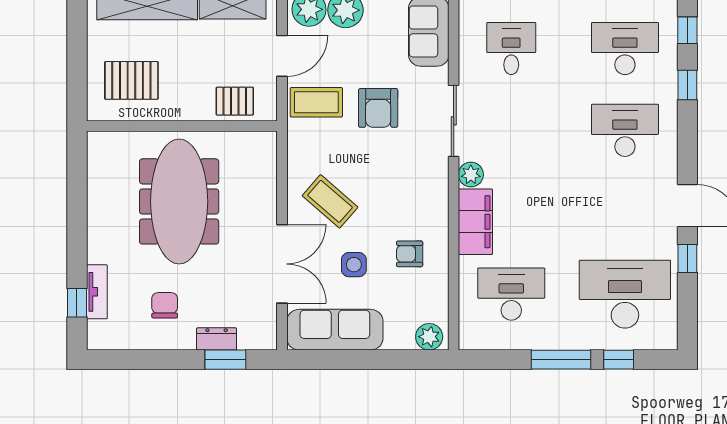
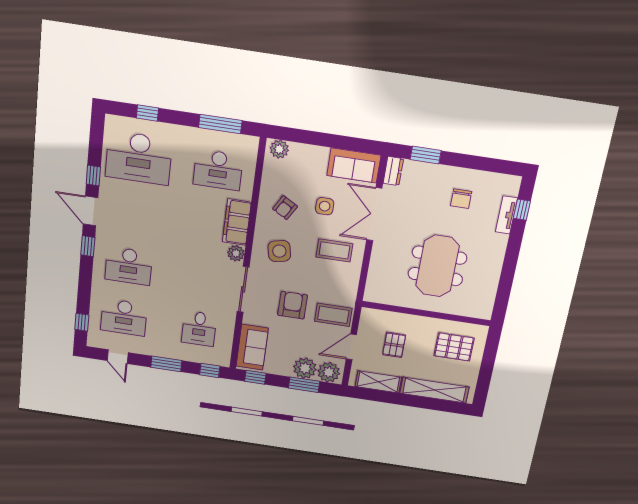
window: (687, 85) -> (88, 246), moved
pallet: (235, 101) -> (394, 345), moved, turned 90
side table: (409, 188) -> (279, 251), added
meeting table: (179, 201) -> (437, 266), width x0.73
coffee table: (330, 201) -> (334, 250), turned -41
armchair: (410, 254) -> (285, 208), turned 120
sofa: (335, 330) -> (354, 165), width x0.73
dresser: (217, 339) -> (393, 171), moved, turned -90
window: (561, 360) -> (220, 124), moved

